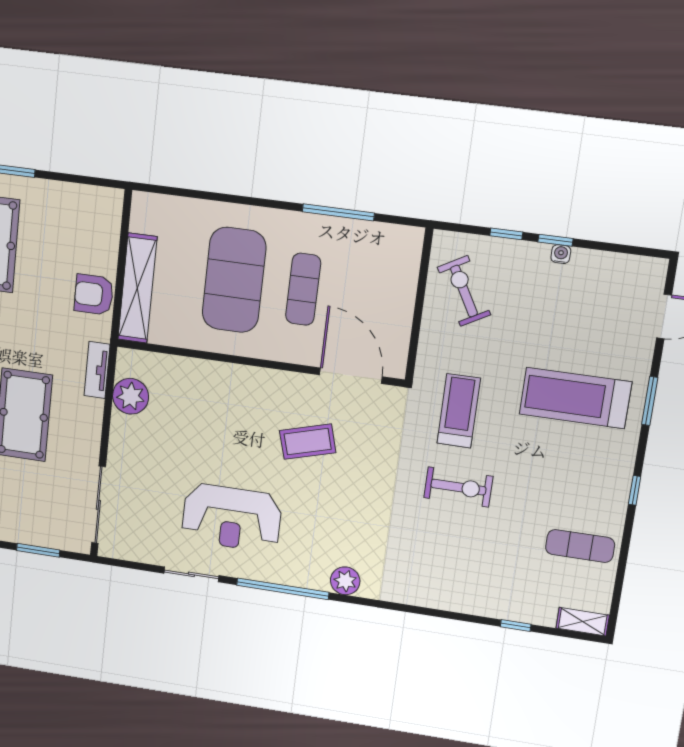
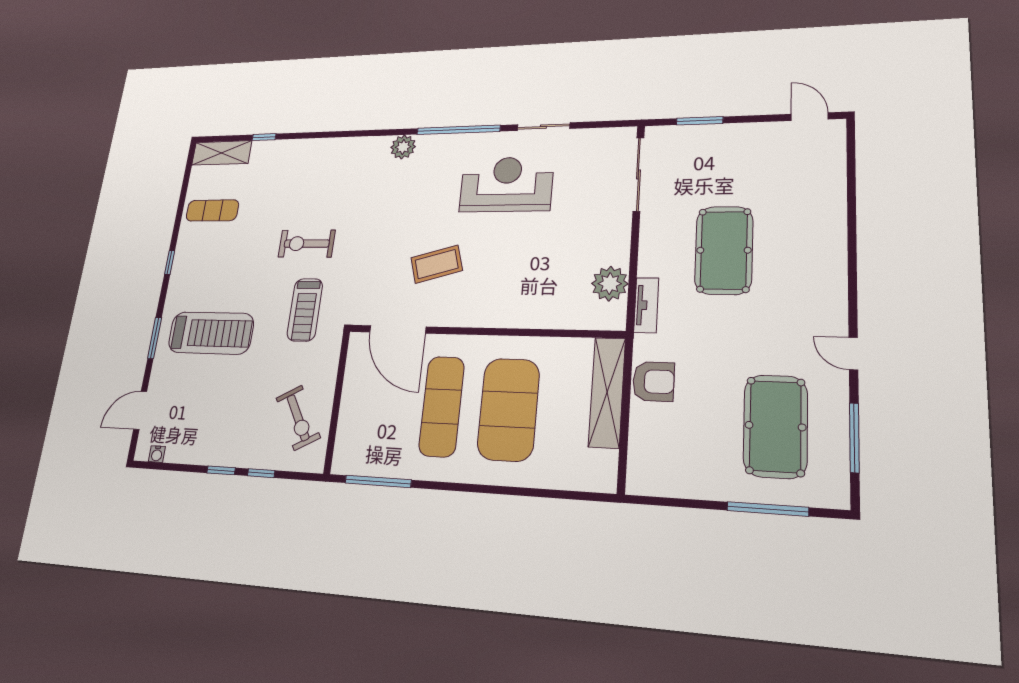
window: (338, 212) -> (378, 481), moved
water cooler: (561, 254) -> (157, 454), moved
exercise mat: (303, 289) -> (442, 406), width x1.36, depth x1.45
shelving: (583, 622) -> (222, 153), width x1.50, depth x1.33

